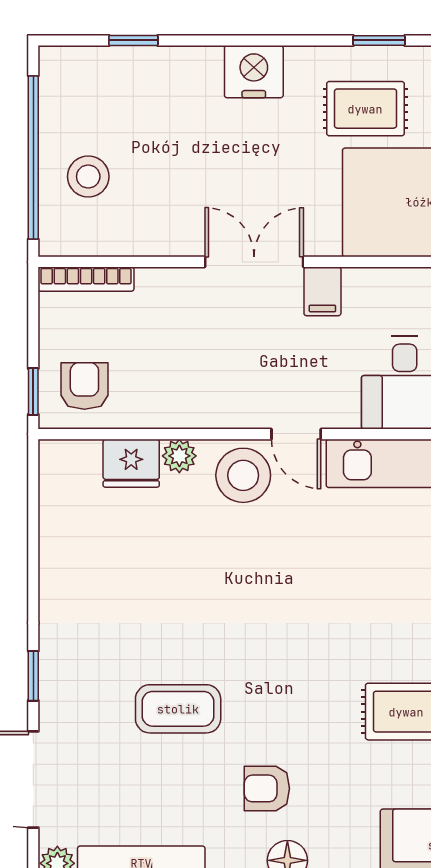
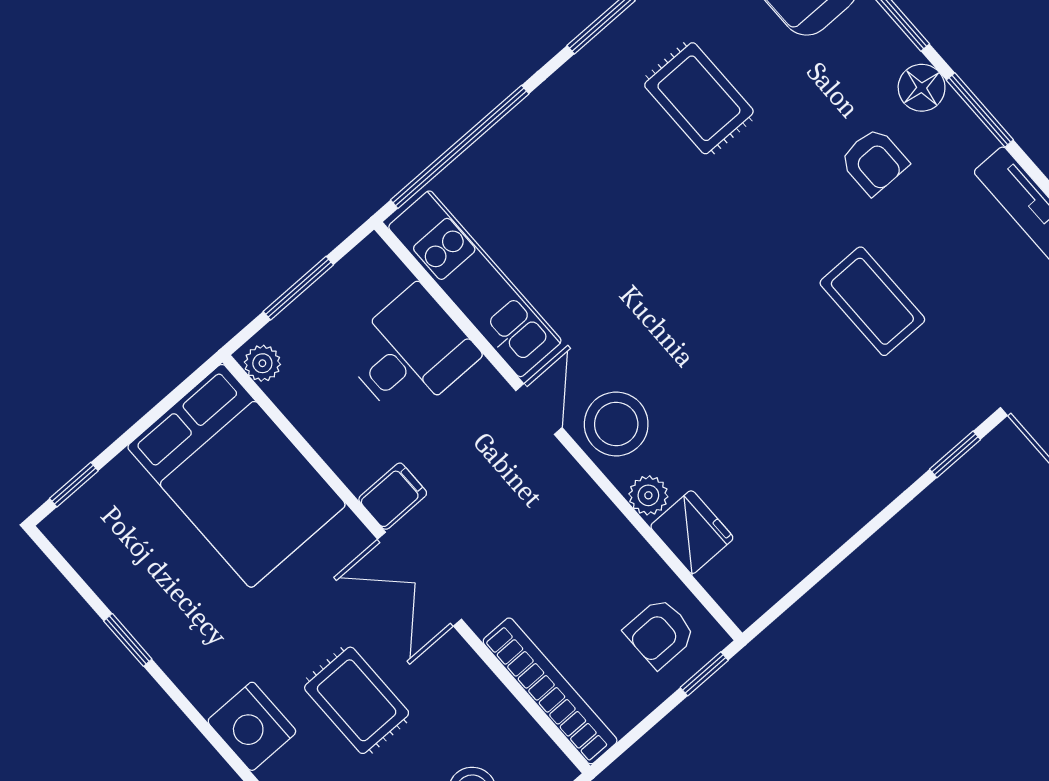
rug: (365, 109) -> (357, 700), moved
bookcase: (86, 279) -> (550, 691), width x1.48, depth x1.31

